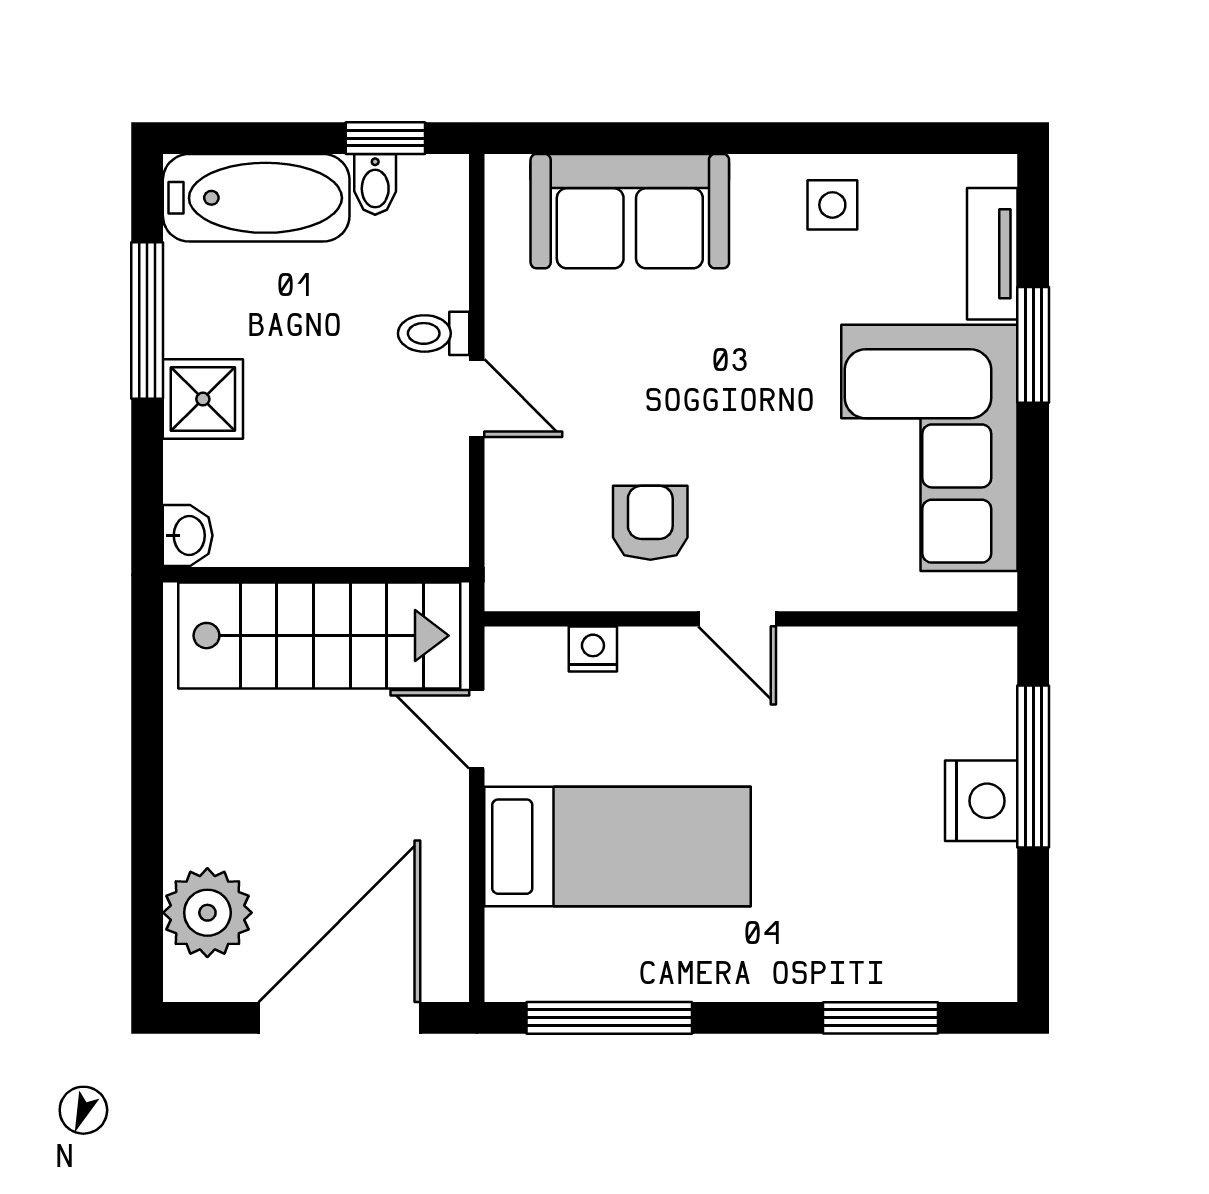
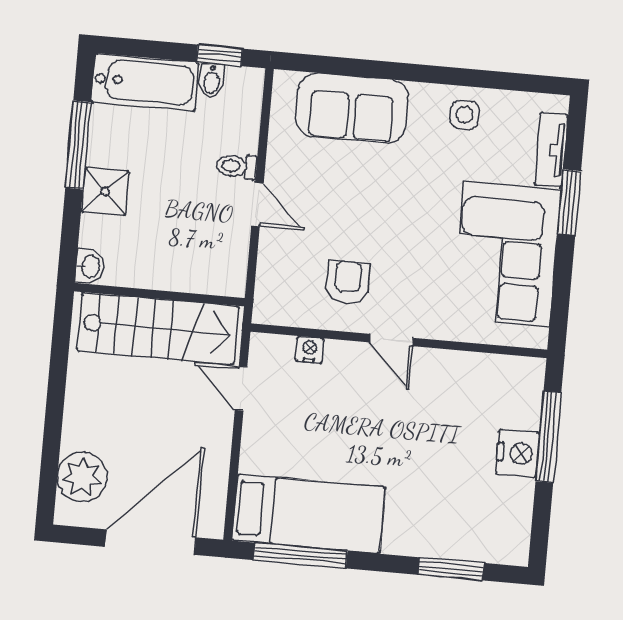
bed: (617, 847) -> (309, 514), moved

